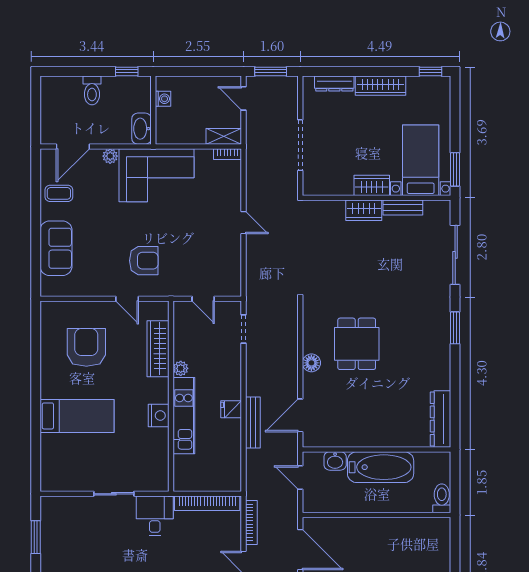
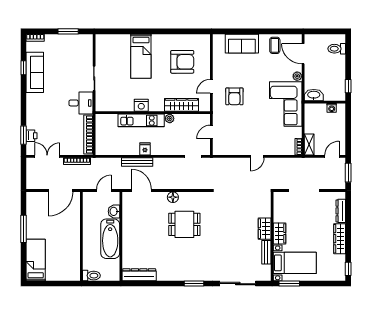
toilet: (92, 90) -> (337, 49), moved

